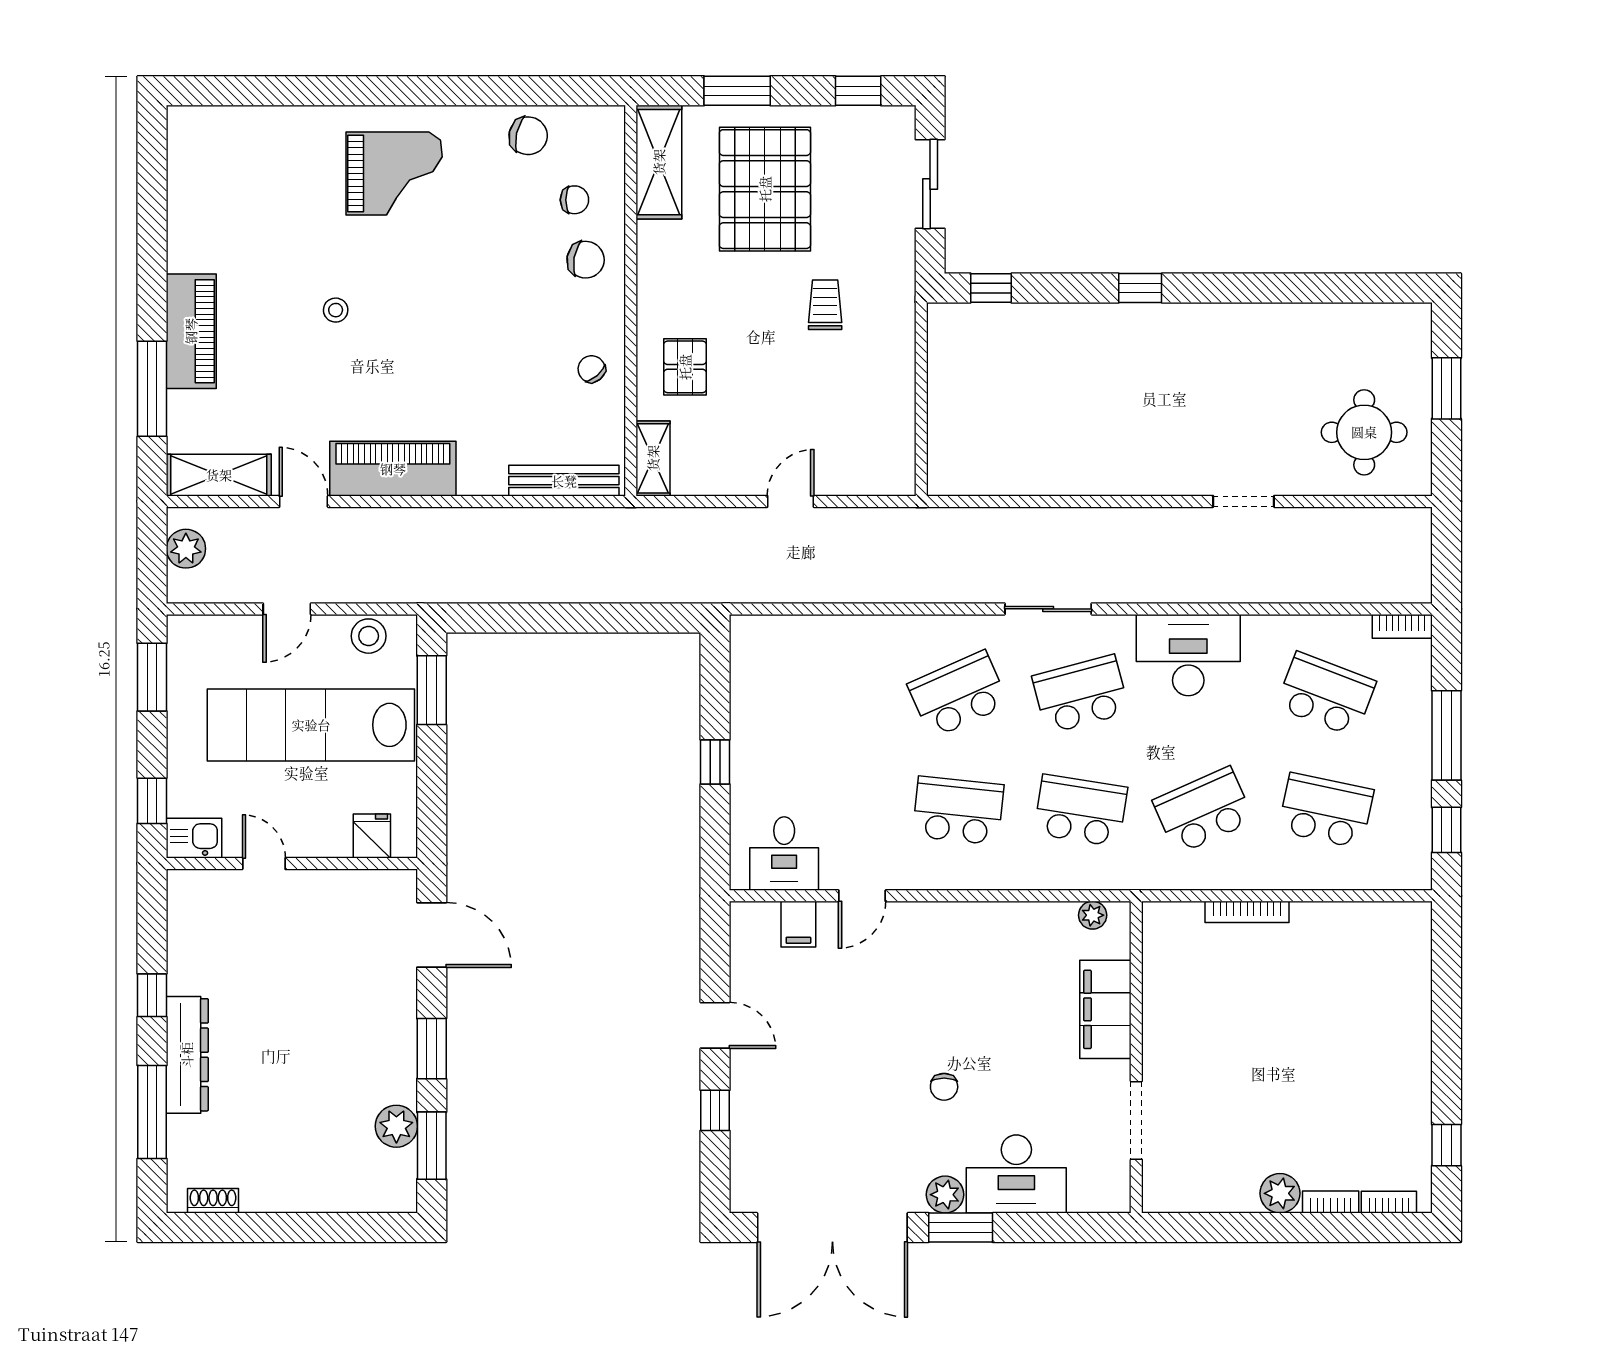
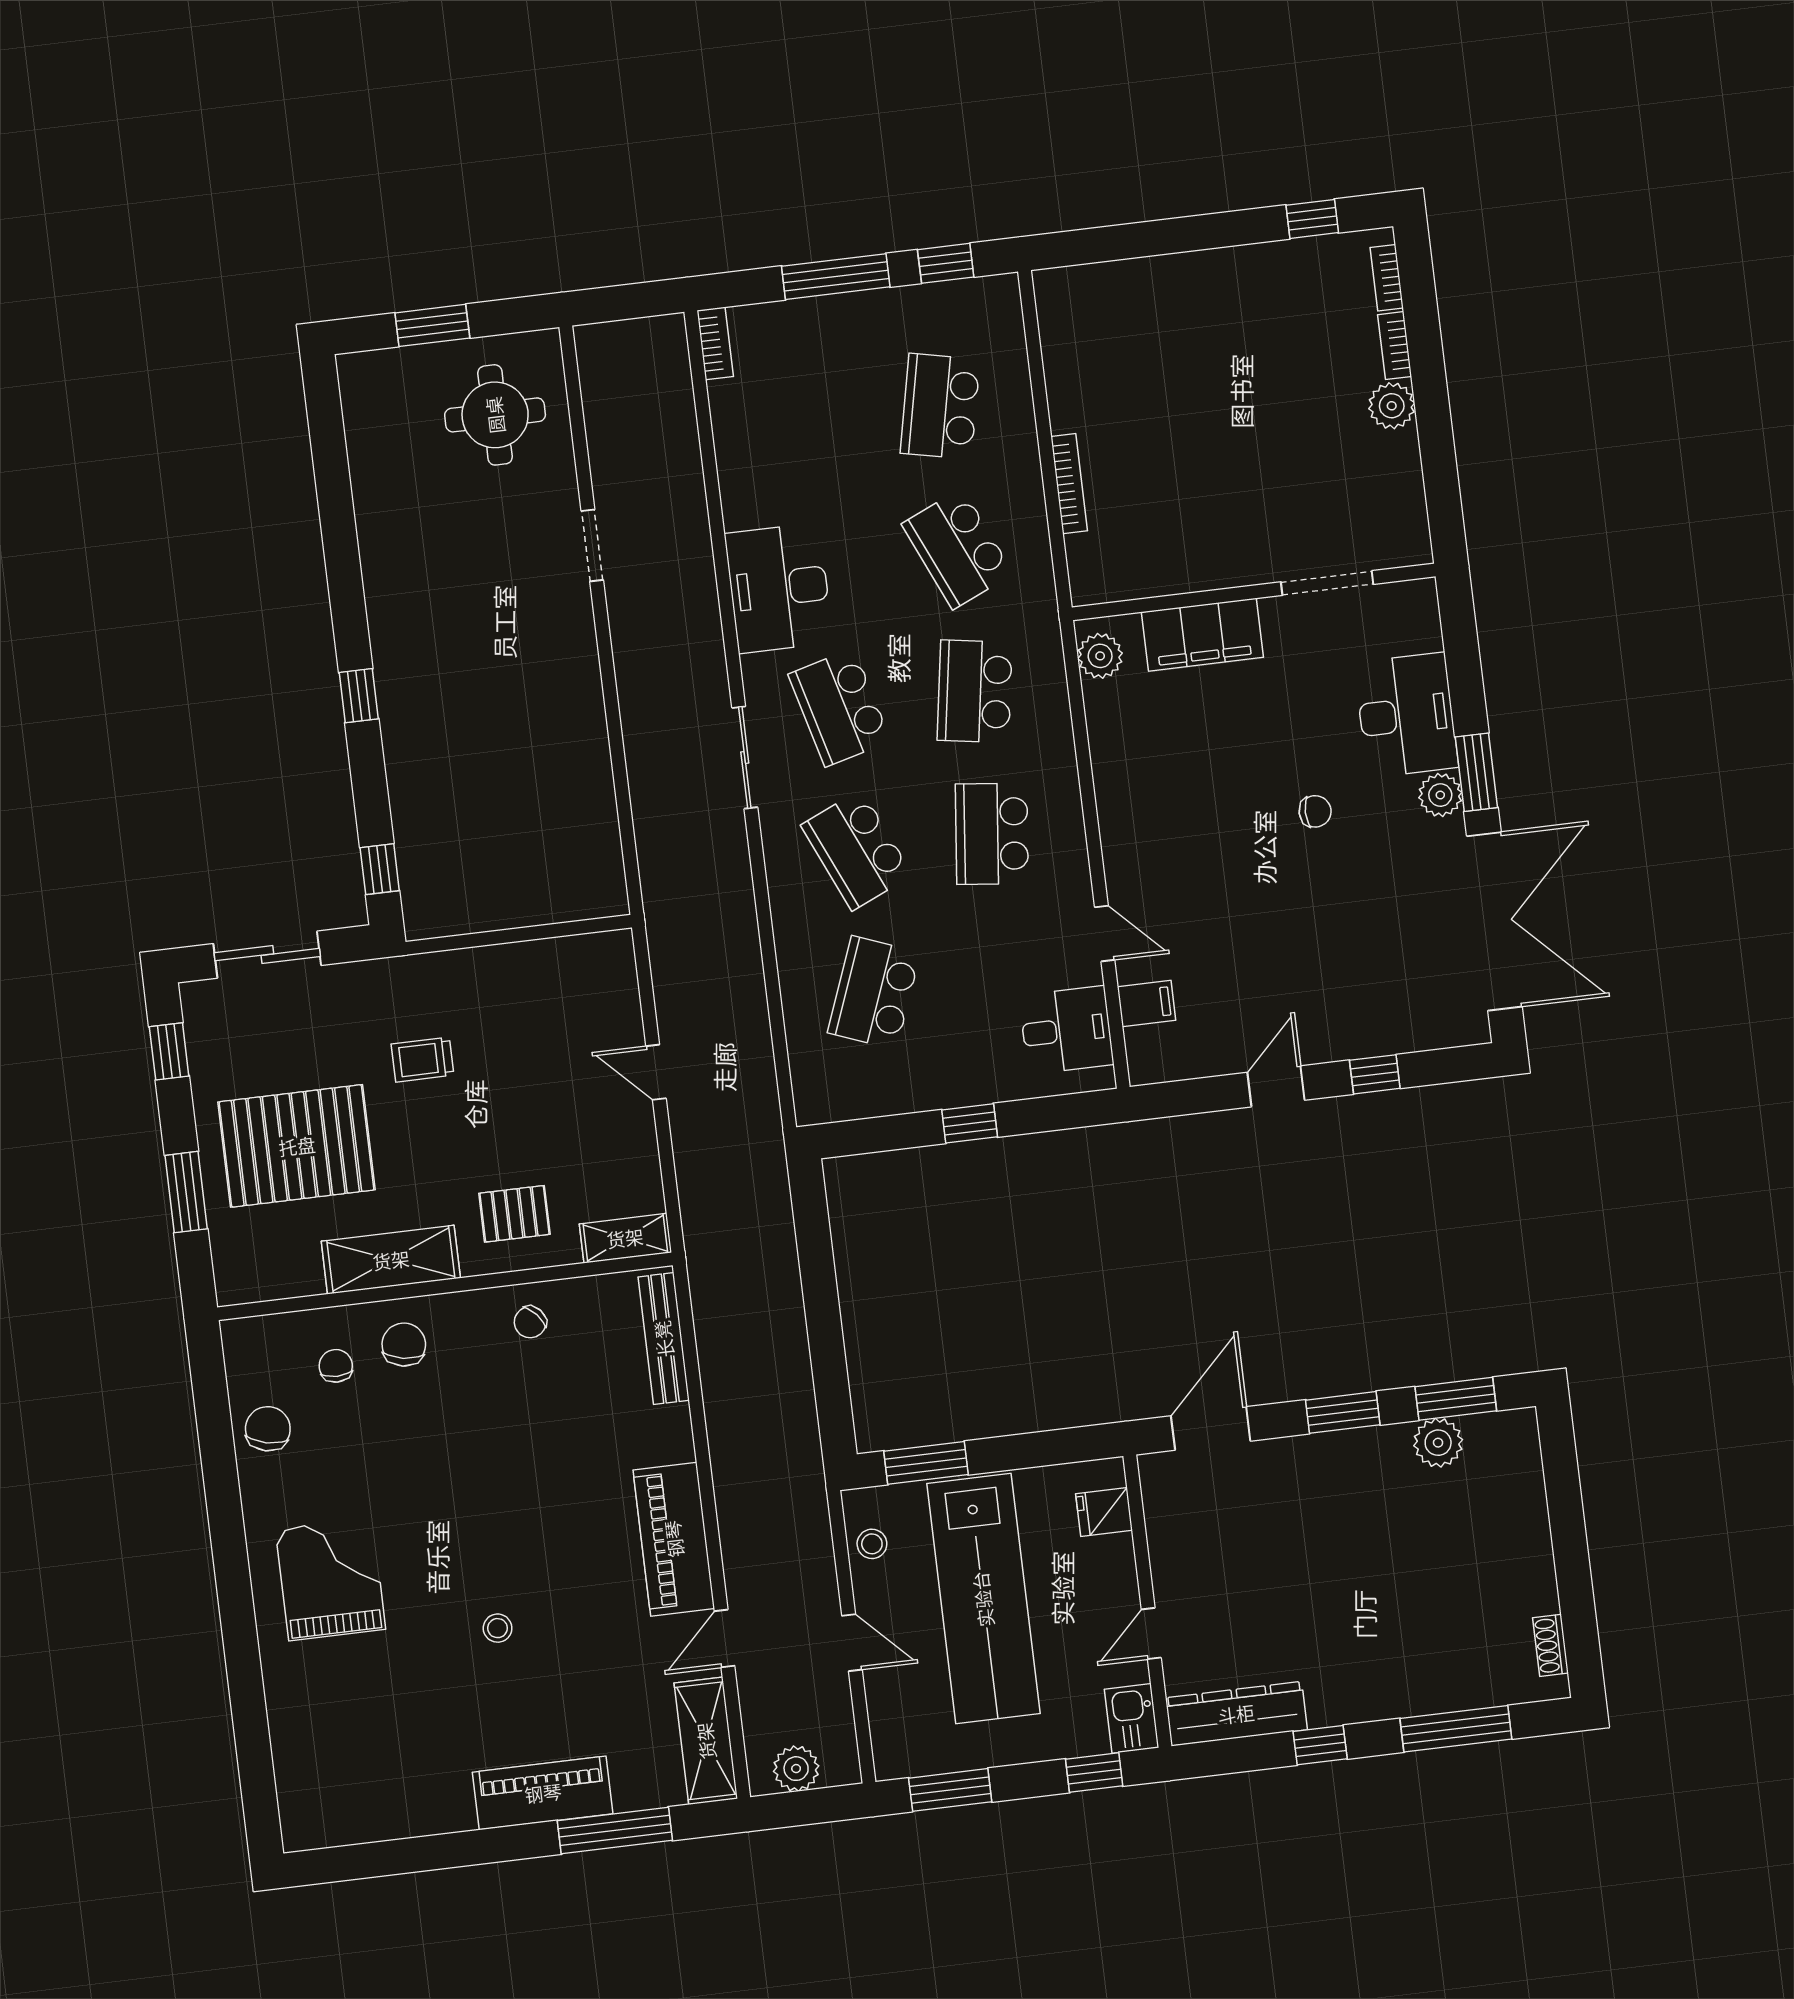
shelving: (659, 162) -> (391, 1260), moved
stool: (369, 636) -> (872, 1544), width x0.73, depth x0.73
school desk: (1326, 694) -> (874, 993), moved
plant: (1093, 915) -> (1100, 656), width x1.38, depth x1.38
dresser: (187, 1055) -> (1236, 1714), moved

